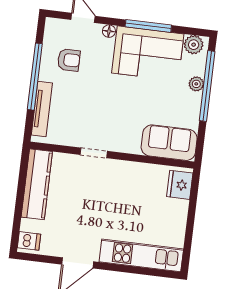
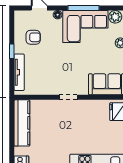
window: (35, 77) -> (12, 51), width x0.32
doorway: (94, 153) -> (68, 97), moved

